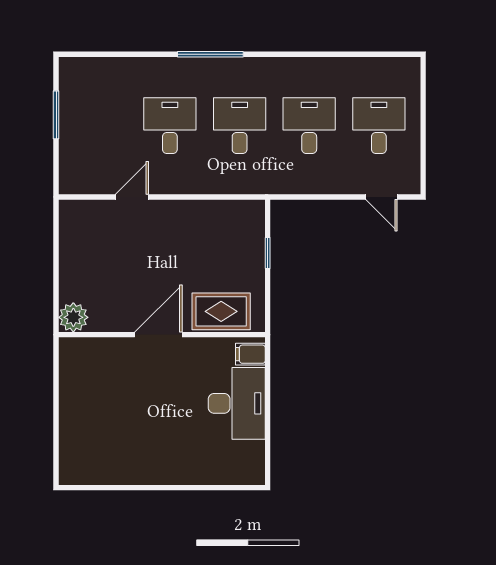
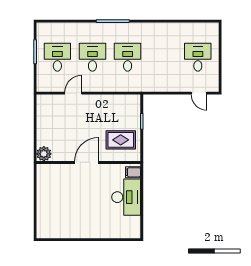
desk: (309, 126) -> (57, 57), moved
rug: (221, 311) -> (121, 140), moved

